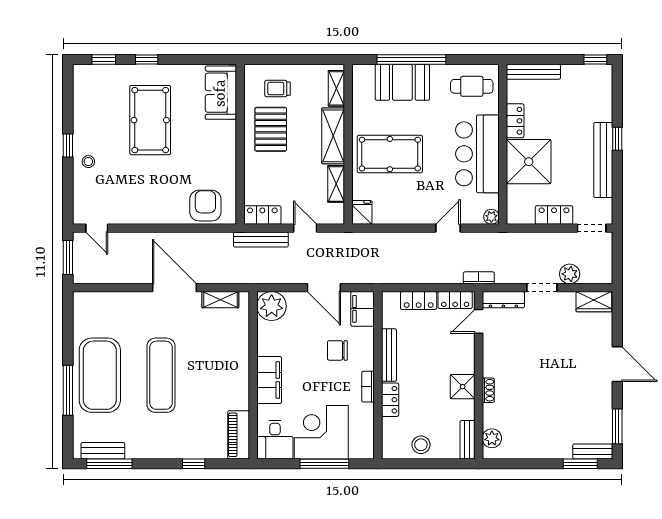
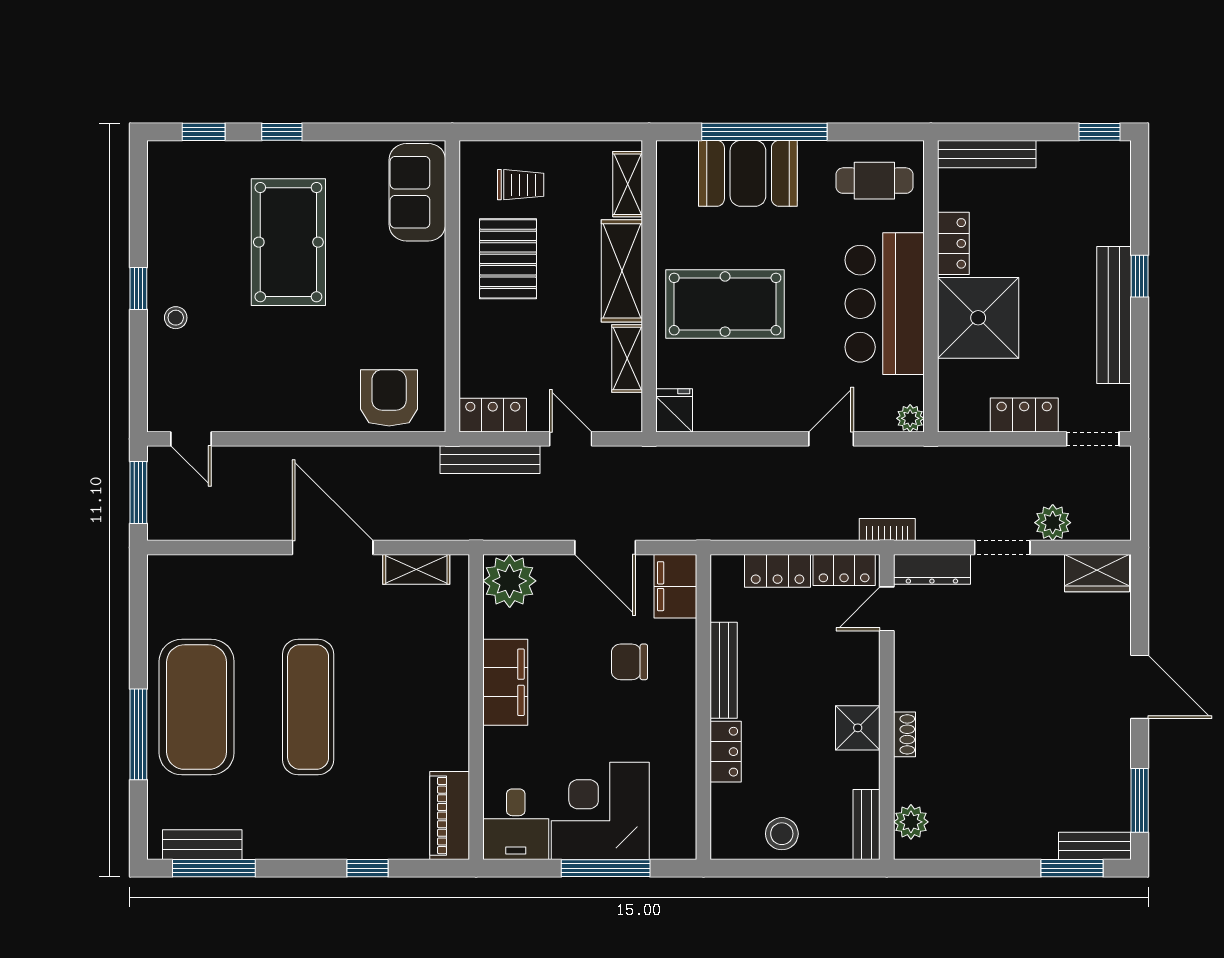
trolley: (278, 89) -> (521, 185), turned 180
filing cabinet: (269, 380) -> (505, 682), moved
bookcase: (368, 387) -> (685, 728), removed

